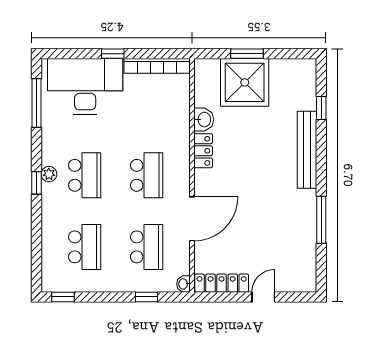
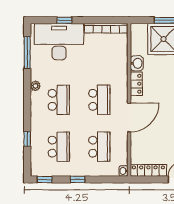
window: (113, 54) -> (64, 20), moved
plant: (49, 174) -> (35, 86), moved
window: (36, 183) -> (27, 139), moved
door: (192, 219) -> (129, 117), moved
window: (147, 297) -> (78, 179), moved

